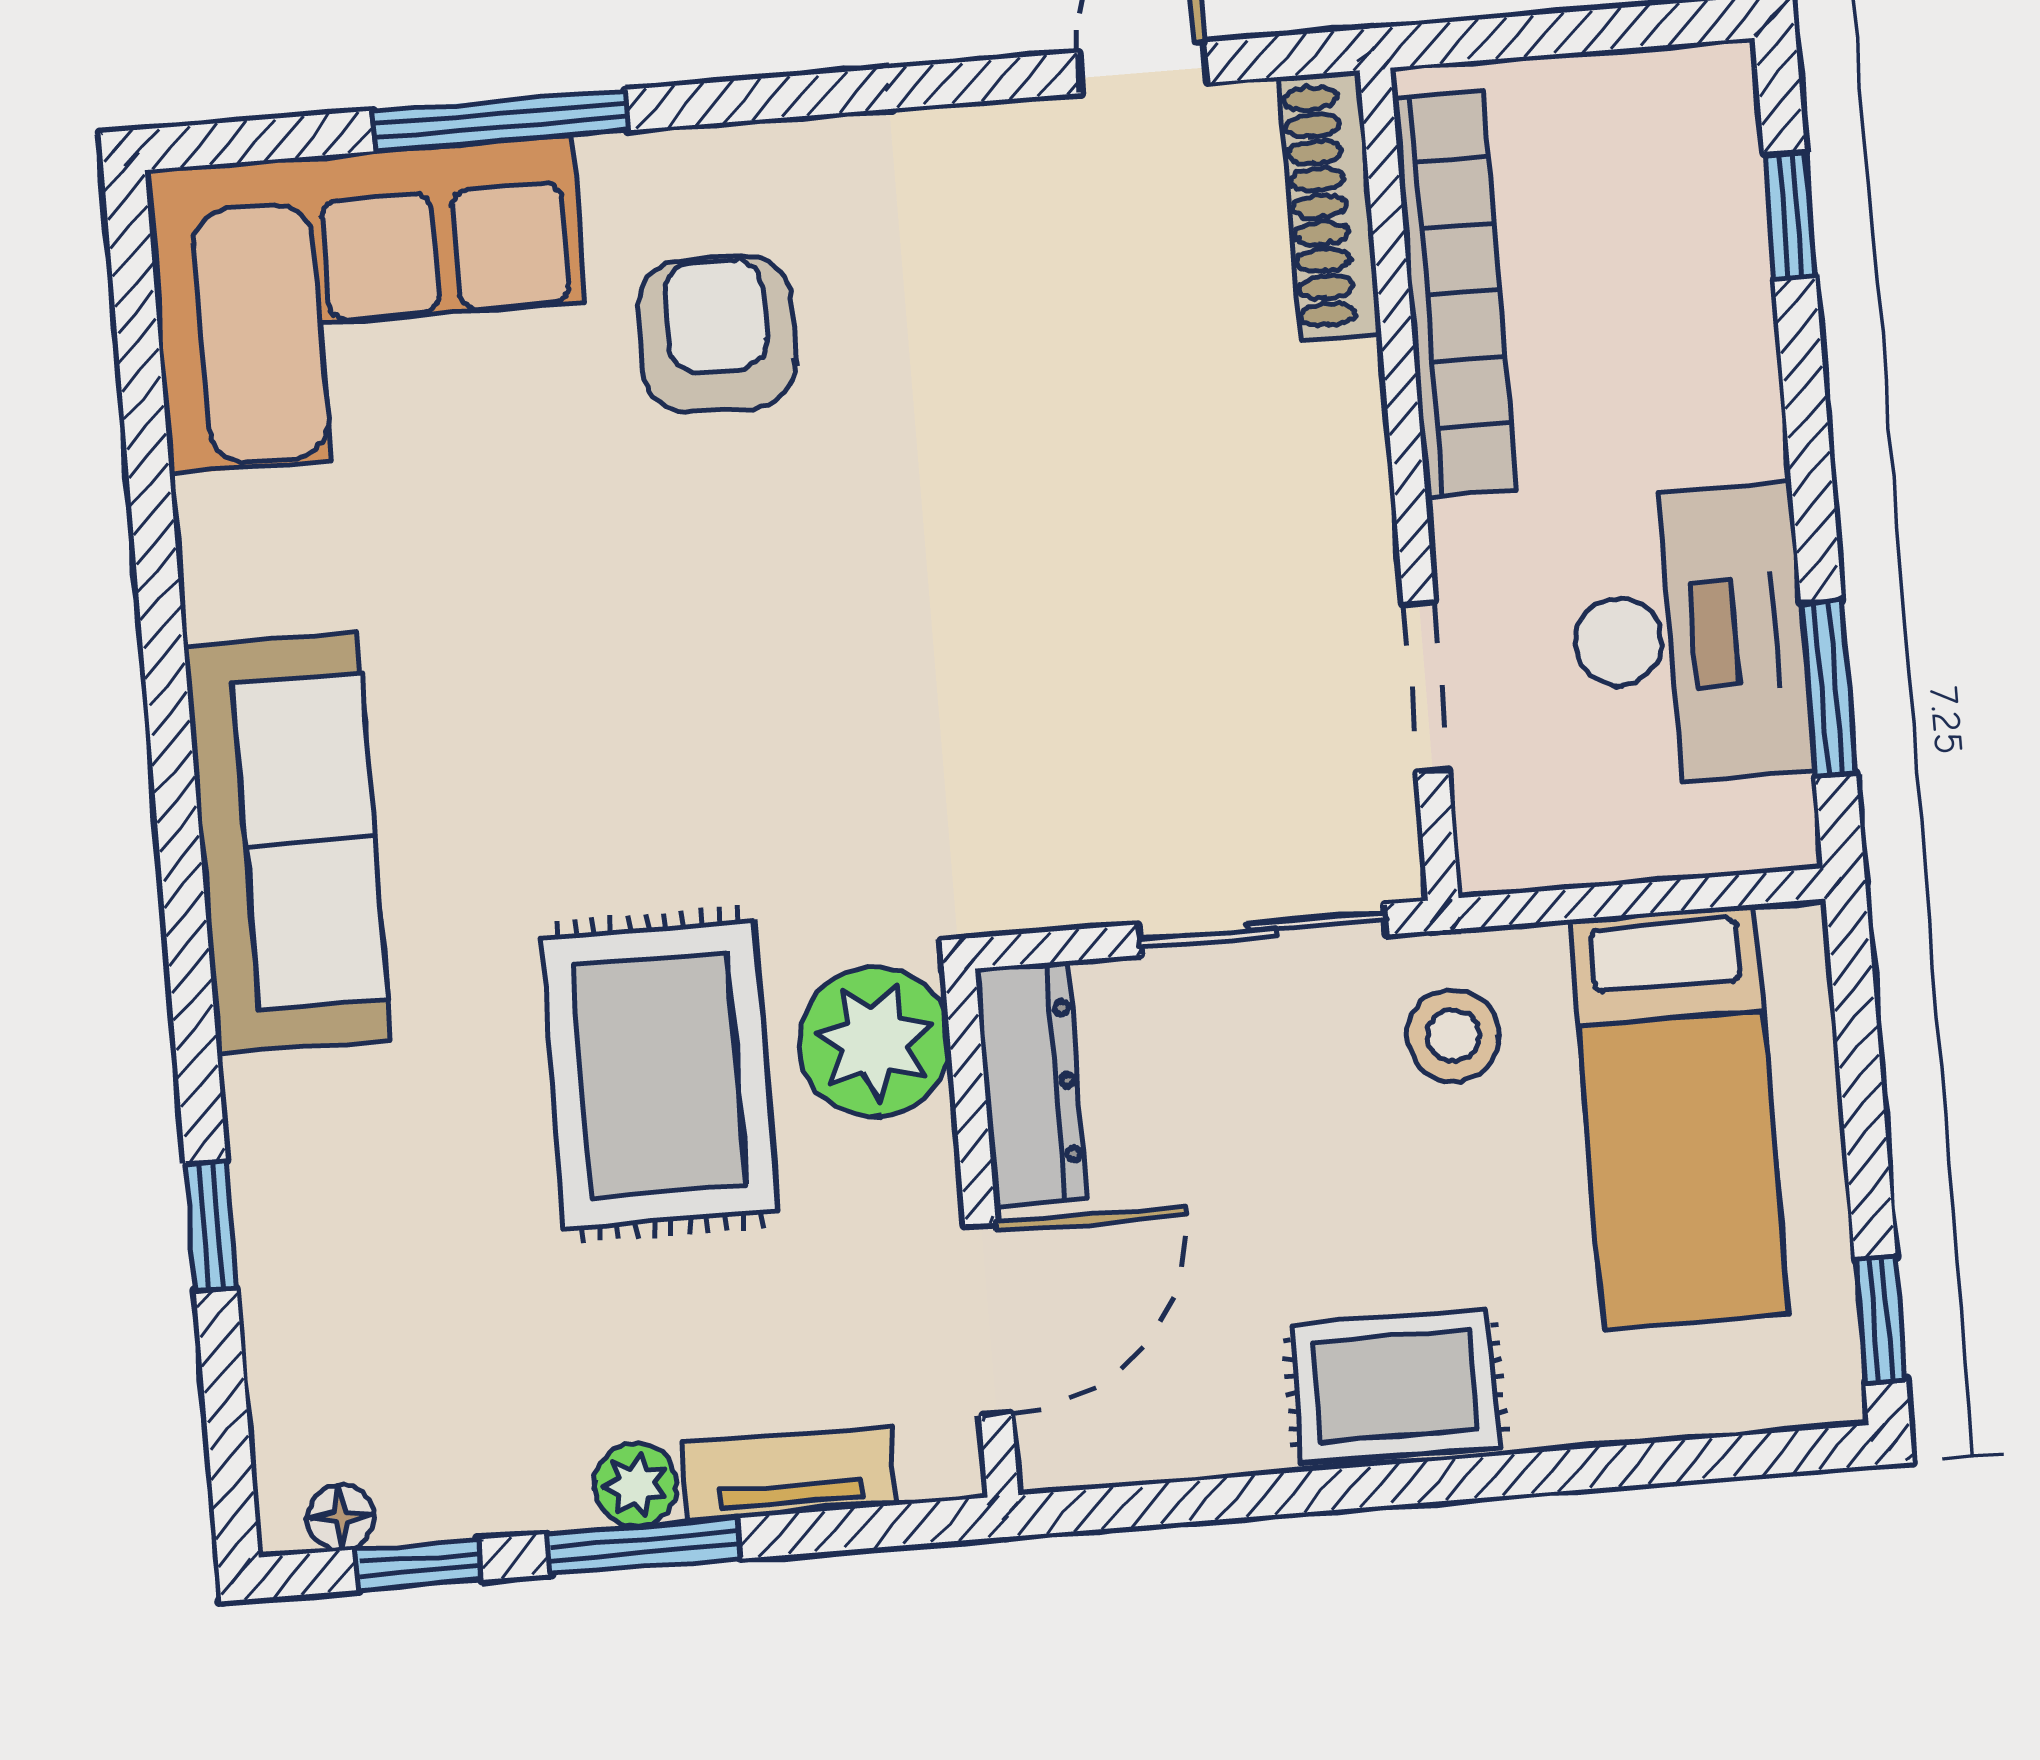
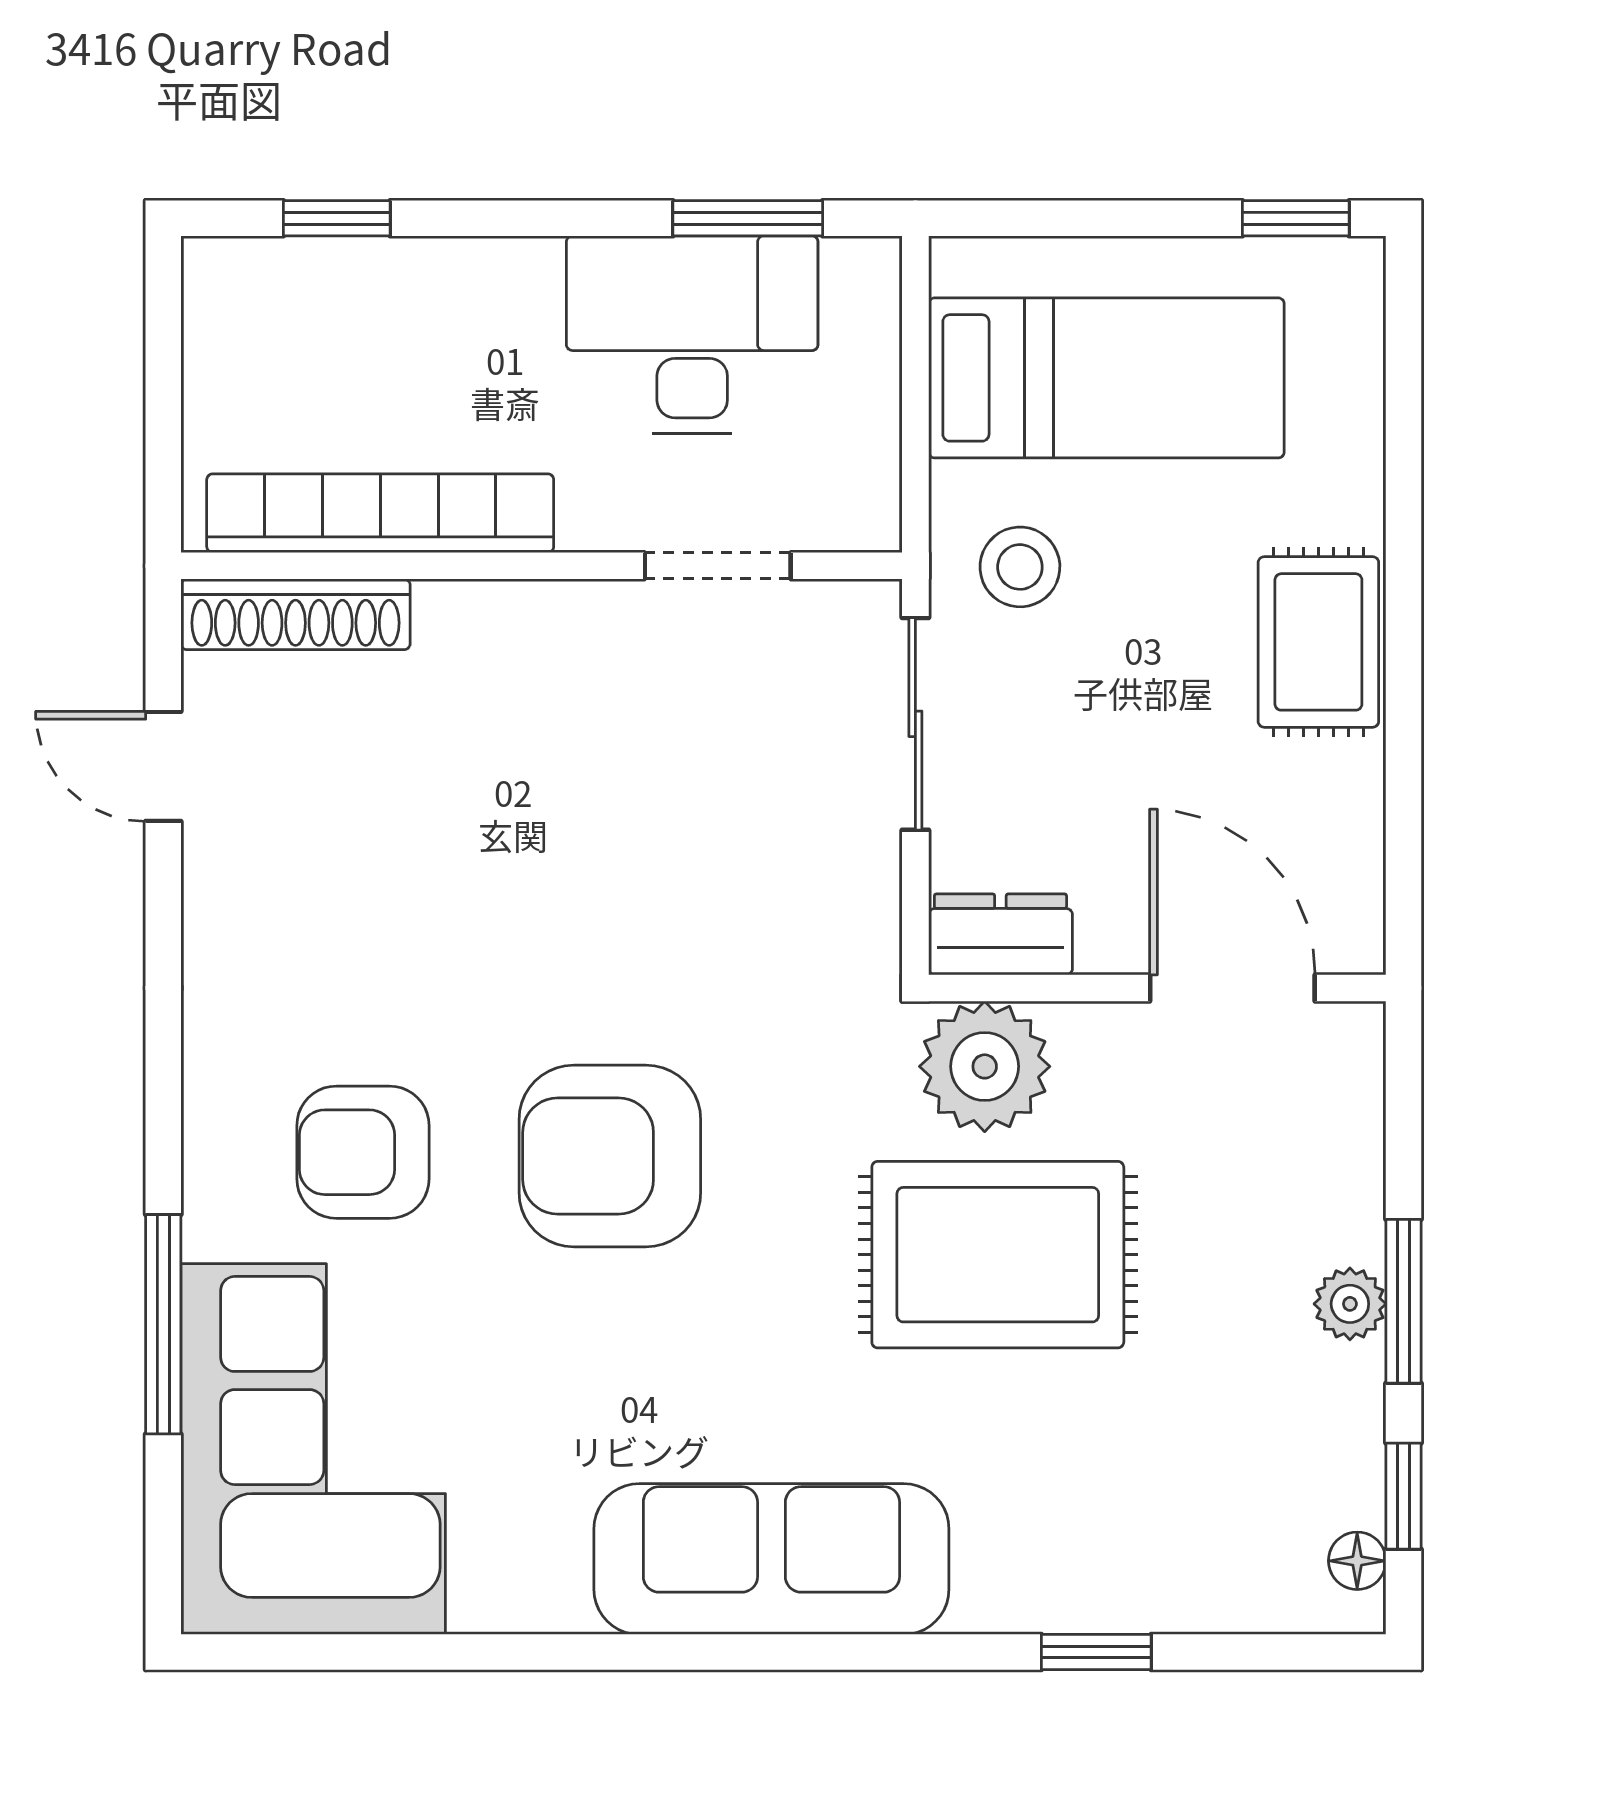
armchair: (736, 619) -> (610, 1156), added
dresser: (1031, 1084) -> (1000, 934), width x0.70
tv unit: (790, 1474) -> (1351, 1170), removed

